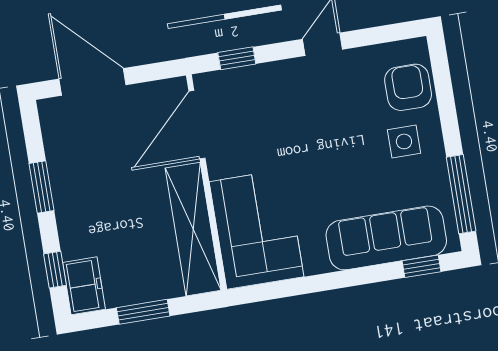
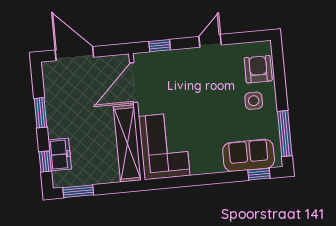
sofa: (386, 238) -> (249, 155), width x0.73
freezer: (84, 286) -> (60, 154), moved
window: (143, 312) -> (78, 191), moved

